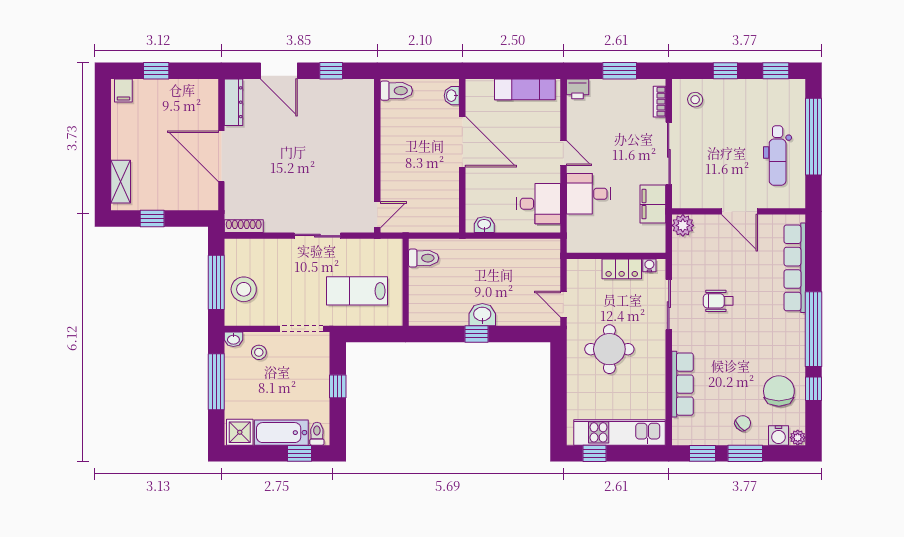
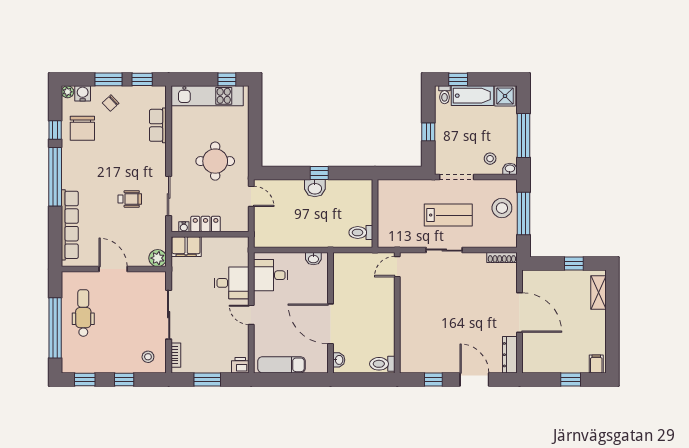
filing cabinet: (653, 204) -> (186, 247), moved, turned 90
lab bench: (357, 291) -> (448, 215), moved
row of seats: (682, 384) -> (158, 125), width x0.68

